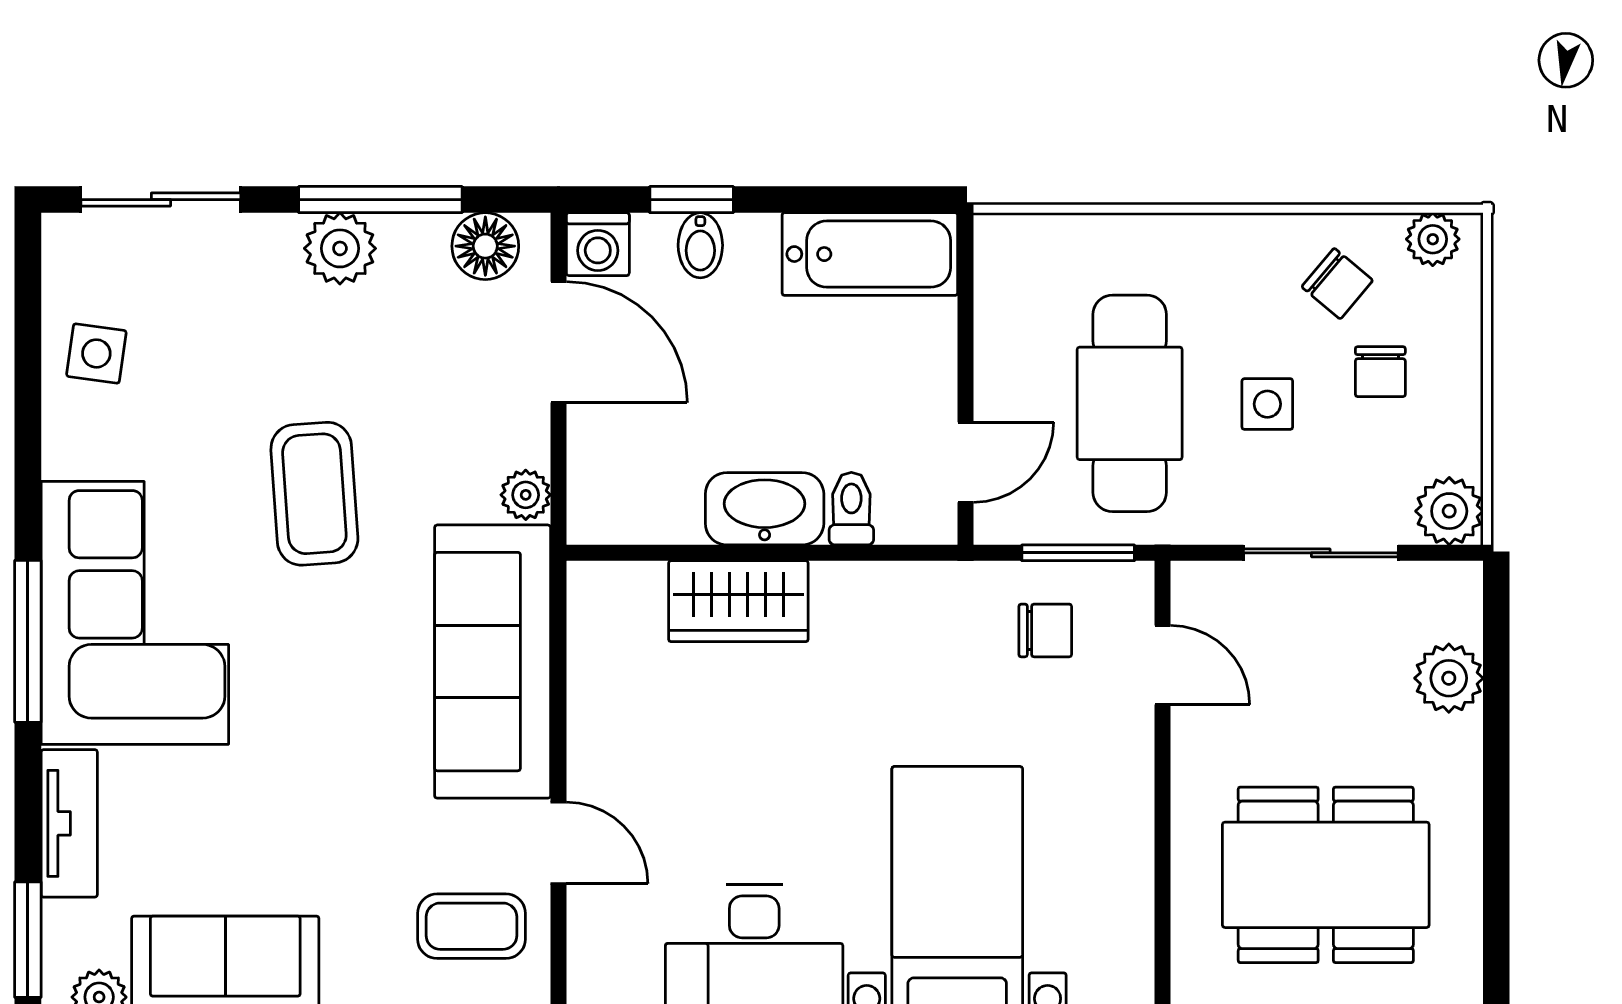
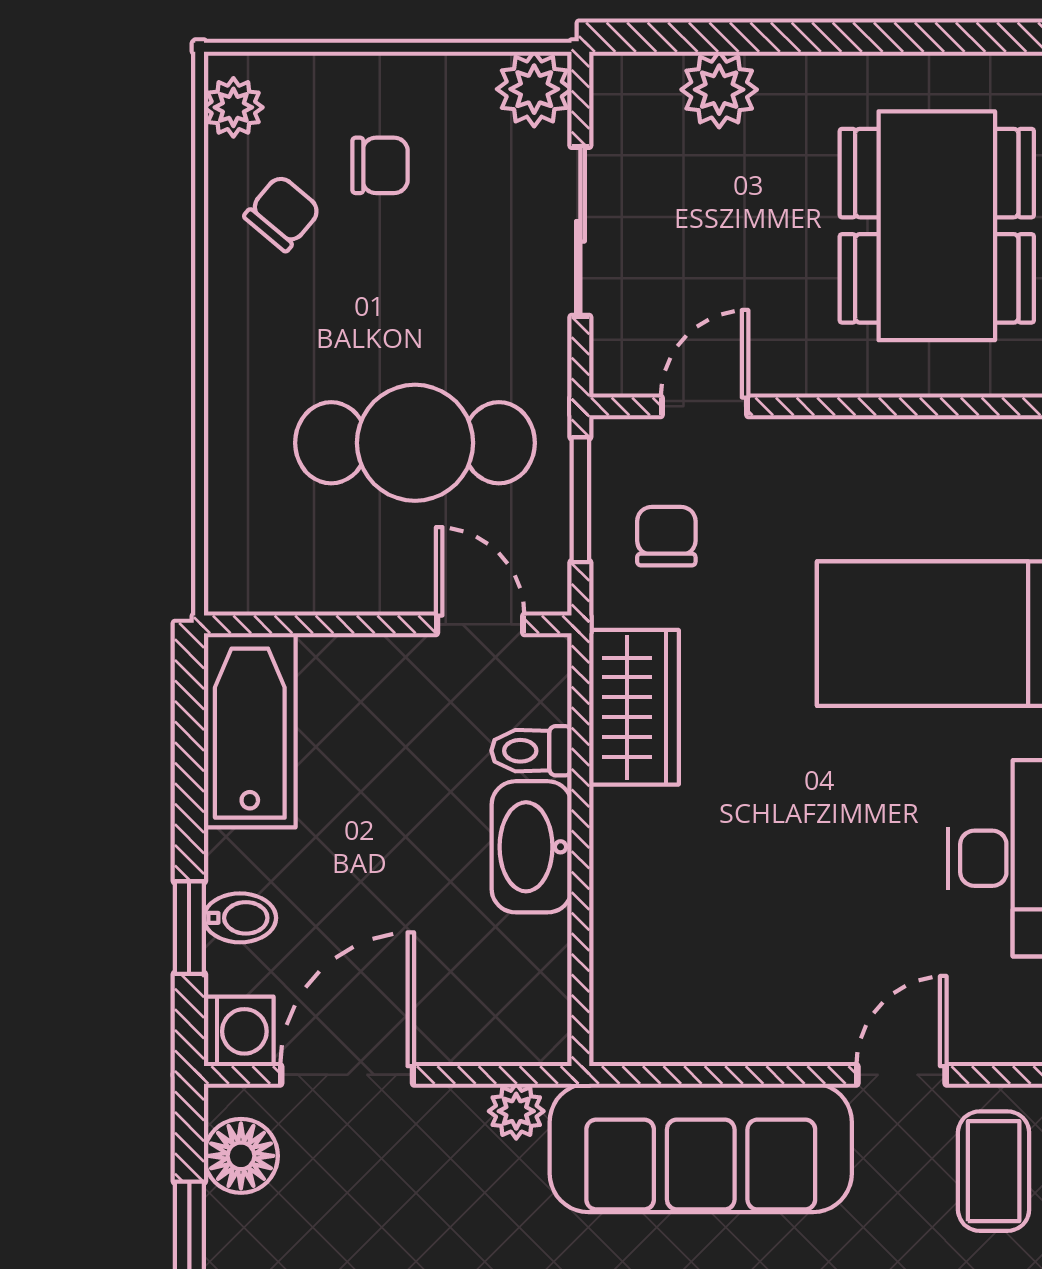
side table: (1267, 404) -> (416, 290), removed
wardrobe: (738, 601) -> (634, 707), moved

